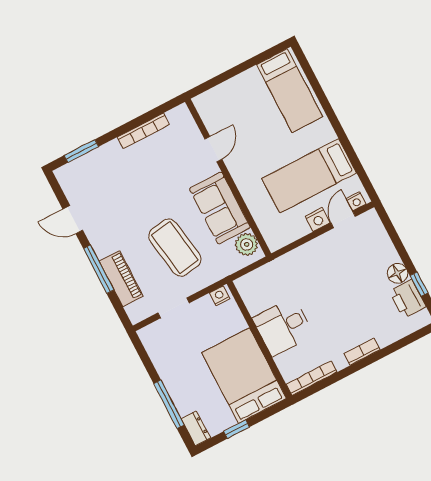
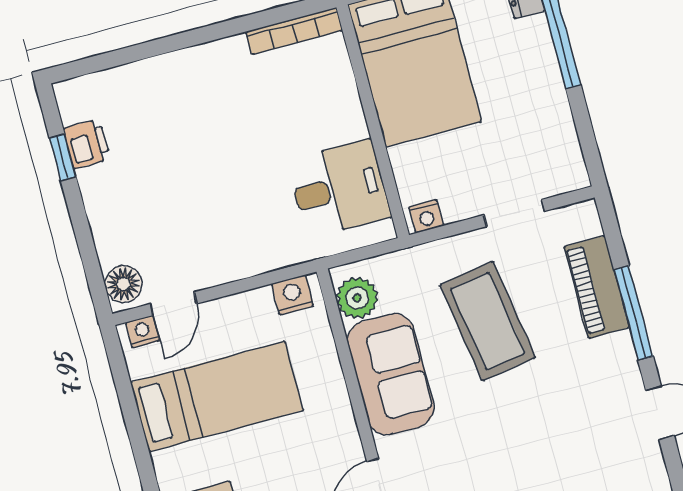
nightstand: (318, 219) -> (293, 295), moved
floor lamp: (397, 273) -> (123, 284), moved
printer: (408, 299) -> (87, 144), width x0.73, depth x0.81
desk: (283, 327) -> (339, 189), moved
bookcase: (362, 352) -> (192, 59), removed

